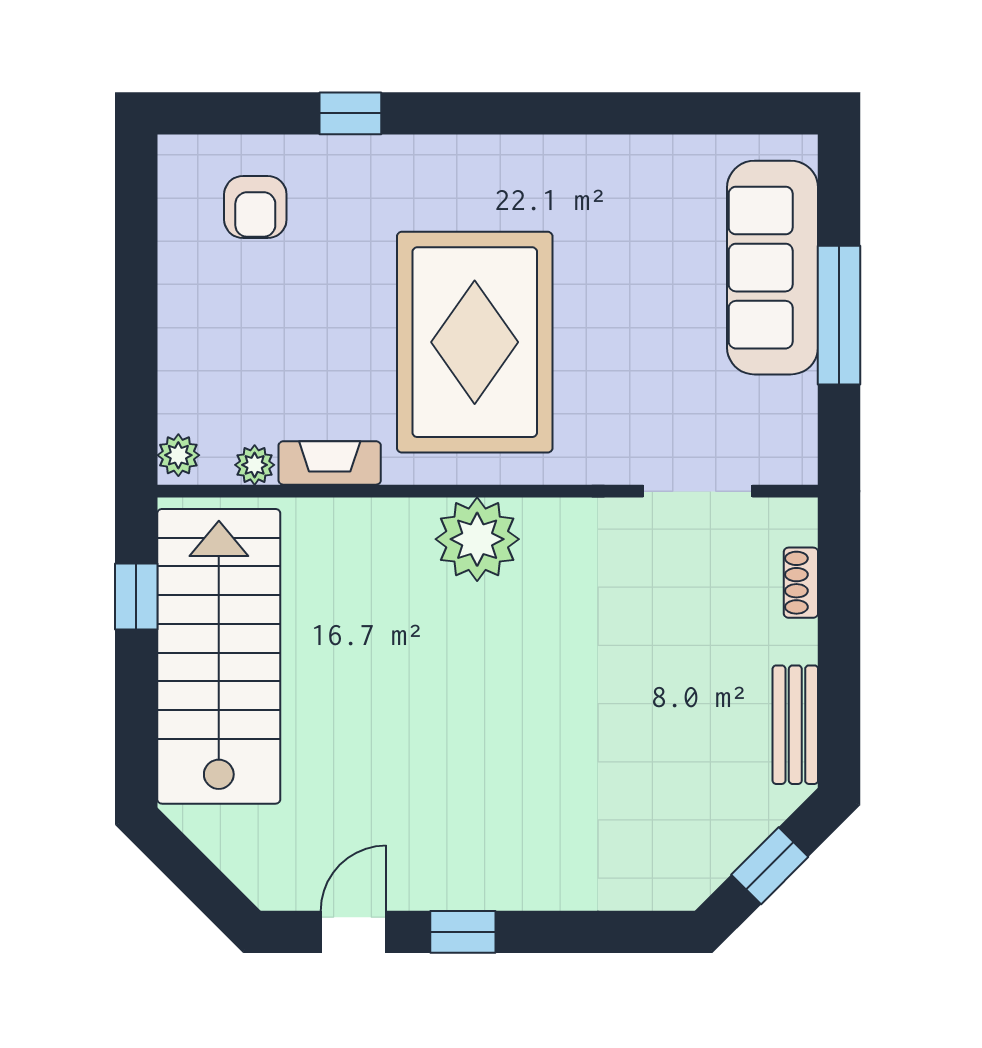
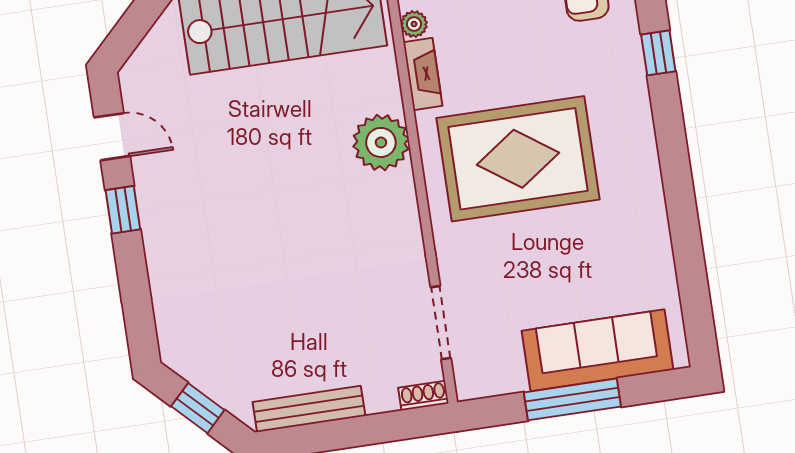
plant: (477, 539) -> (381, 142), moved
shoe rack: (801, 583) -> (423, 396), moved
bench: (795, 725) -> (309, 409), width x1.36

